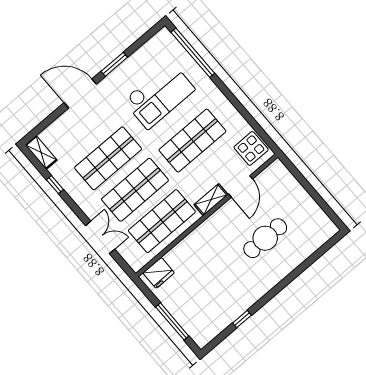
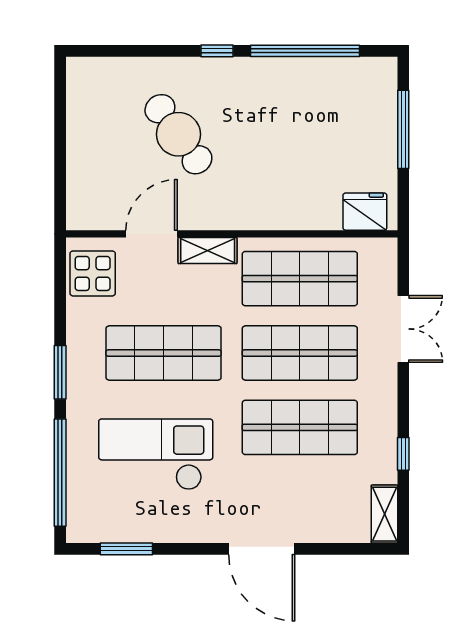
window: (114, 64) -> (126, 549), moved
window: (229, 95) -> (60, 372), added
double door: (100, 237) -> (403, 329), swing flipped
cafe table: (265, 238) -> (178, 134), turned 54
window: (279, 287) -> (217, 51), added
window: (242, 319) -> (305, 51), width x3.17

